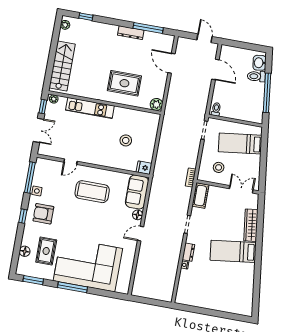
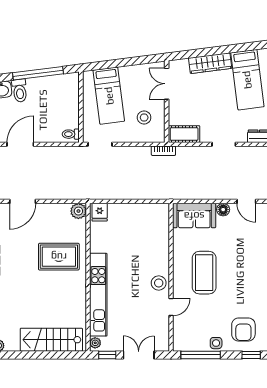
rug: (124, 83) -> (59, 257), turned 90
kitchen unit: (90, 108) -> (98, 295), width x1.36
stool: (126, 140) -> (159, 283), moved
door: (71, 162) -> (171, 307), hinge flipped
fridge: (144, 168) -> (100, 212), moved

